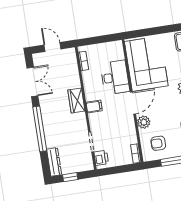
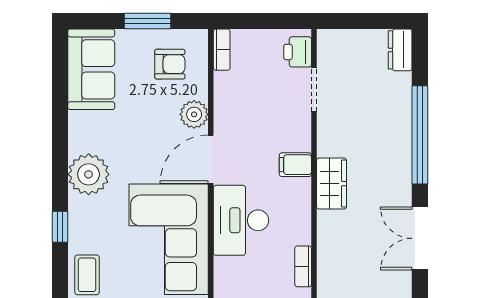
dresser: (54, 162) -> (400, 50), width x0.70
window: (70, 177) -> (371, 21), removed

